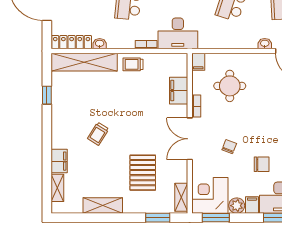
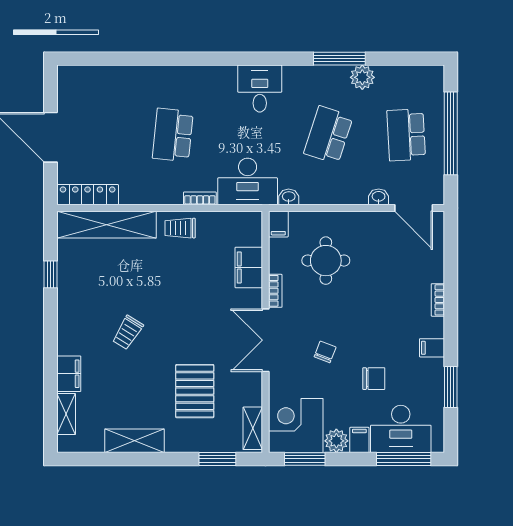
washbasin: (100, 44) -> (289, 197), moved

